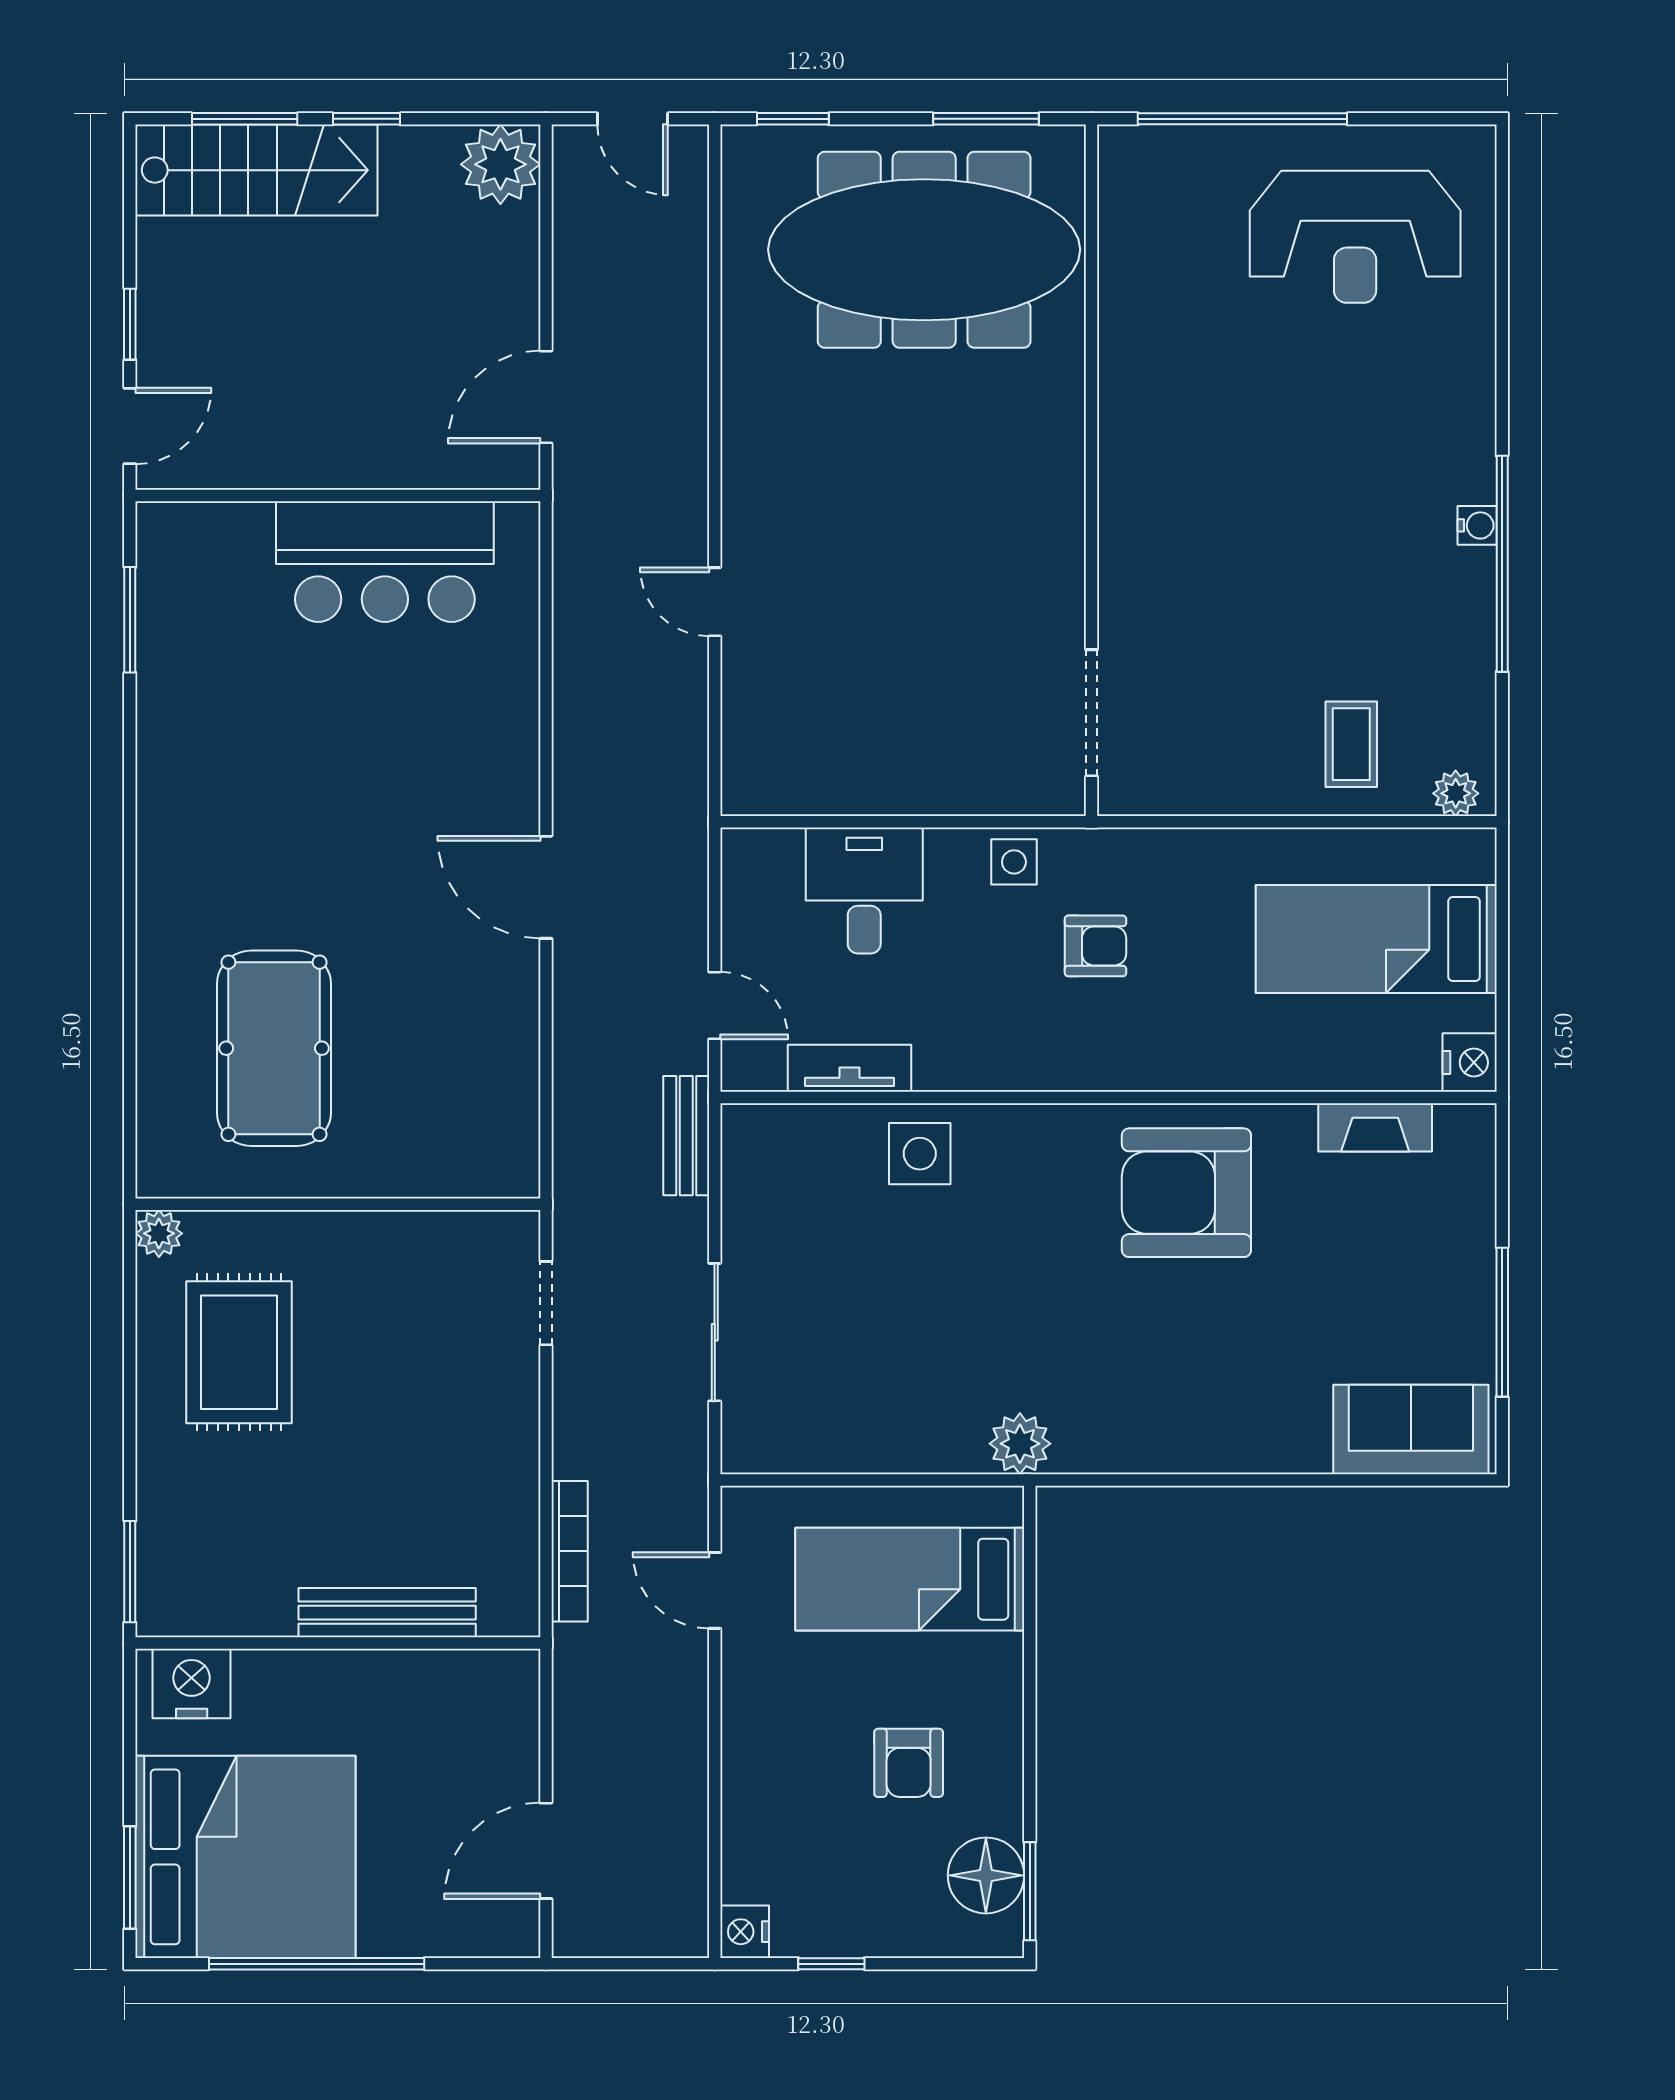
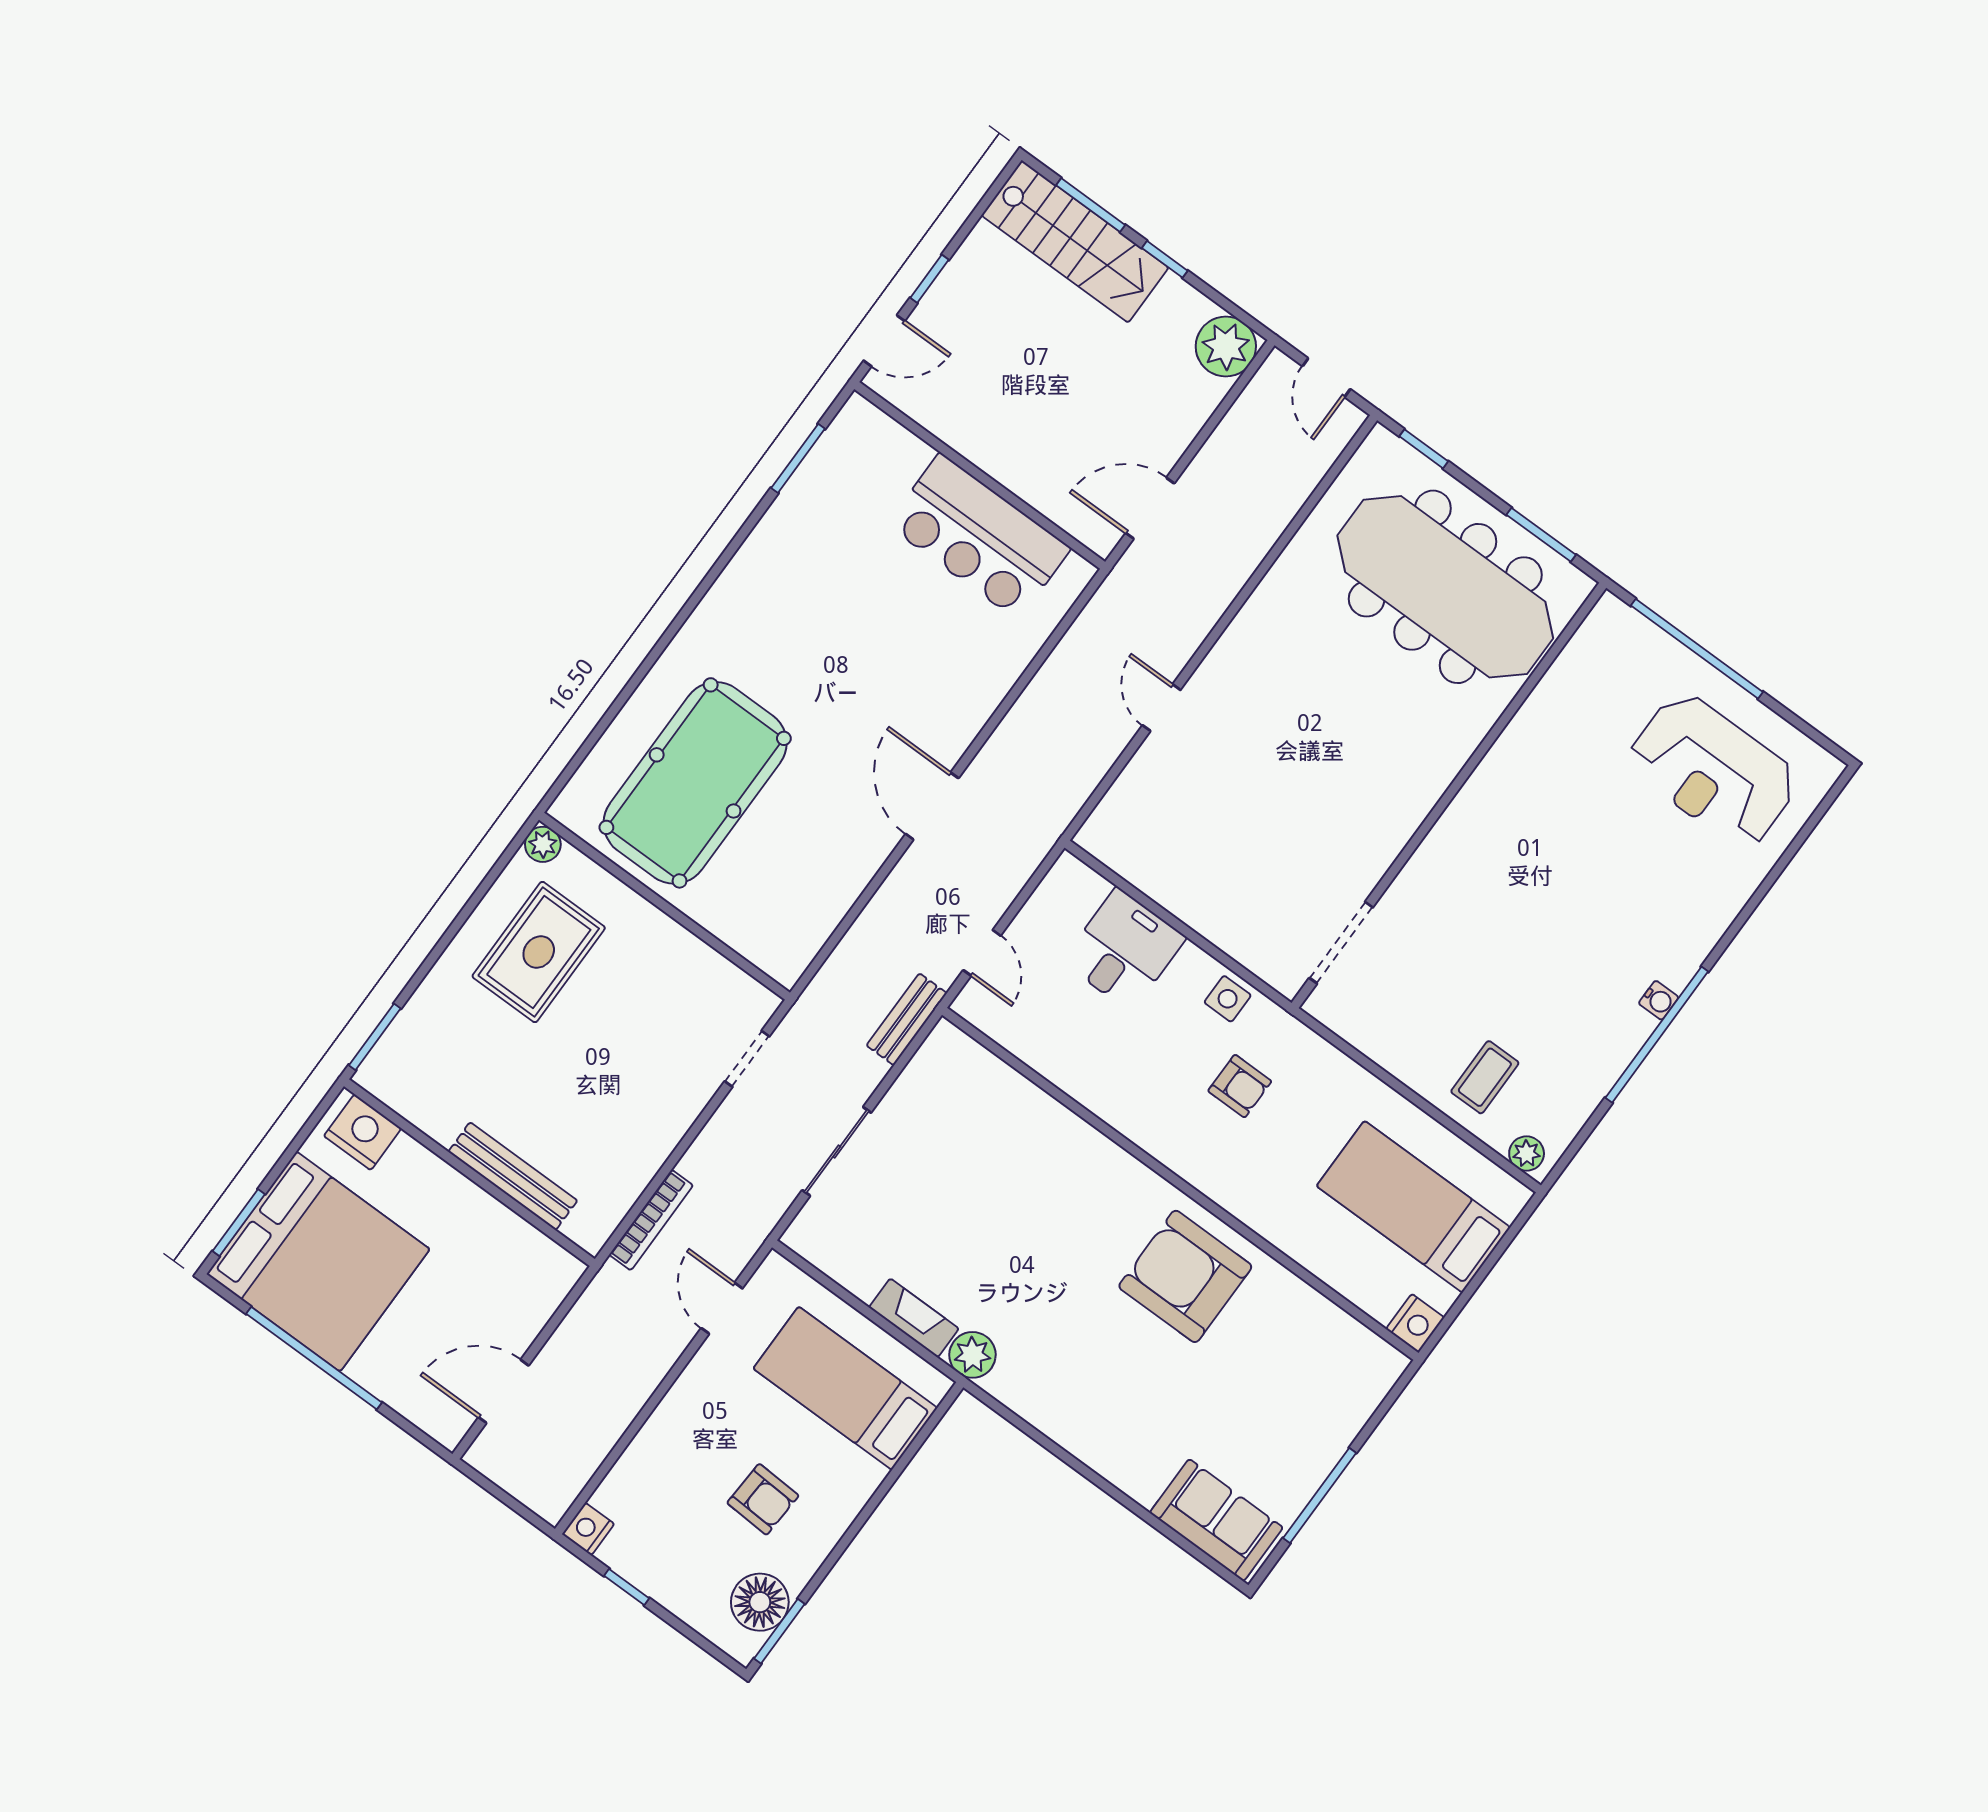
pool table: (274, 1048) -> (695, 783), width x1.36, depth x1.32
tv unit: (849, 1068) -> (1036, 1051), removed
fireplace: (1375, 1127) -> (914, 1318), moved, turned 180
side table: (920, 1154) -> (1041, 1134), removed
armchair: (909, 1763) -> (763, 1499), turned -87

